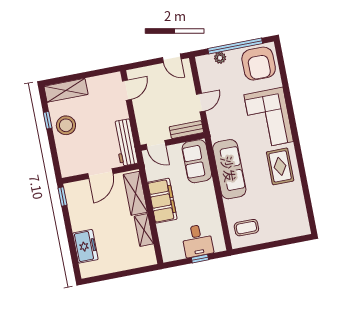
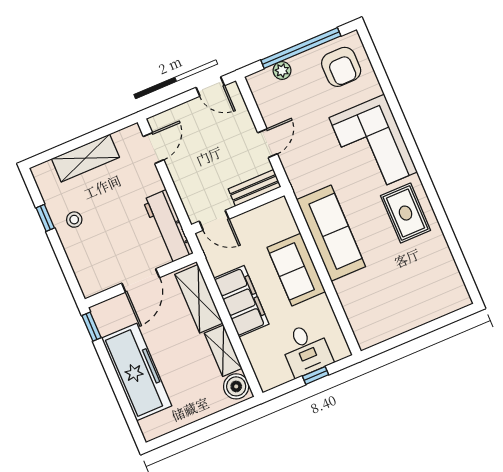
armchair: (259, 64) -> (341, 67), width x0.73, depth x0.73
shelving: (66, 90) -> (85, 158), moved
stool: (66, 125) -> (74, 220), width x0.53, depth x0.53
sofa: (197, 161) -> (296, 270), moved
coffee table: (246, 228) -> (375, 315), removed
freezer: (85, 246) -> (137, 372), width x1.91, depth x1.26
boiler: (147, 255) -> (236, 386), added

